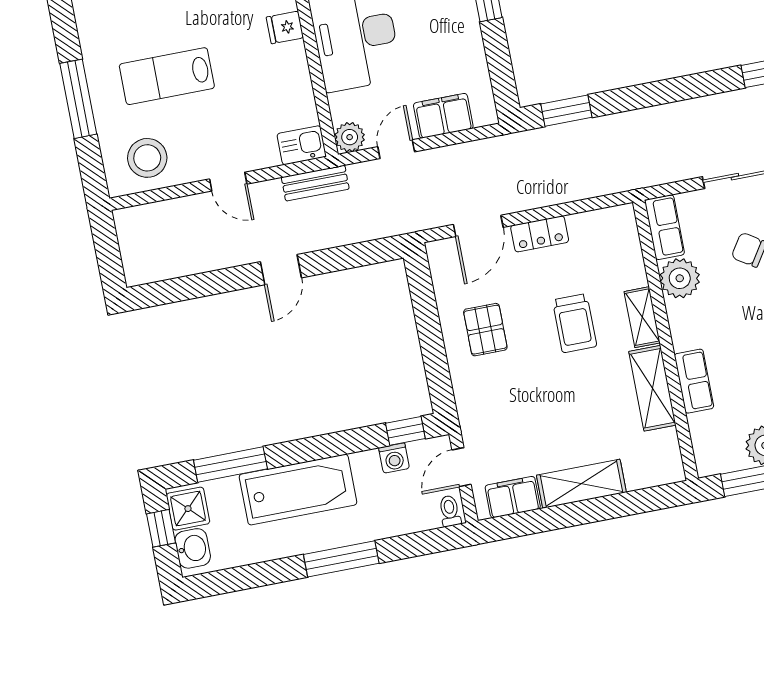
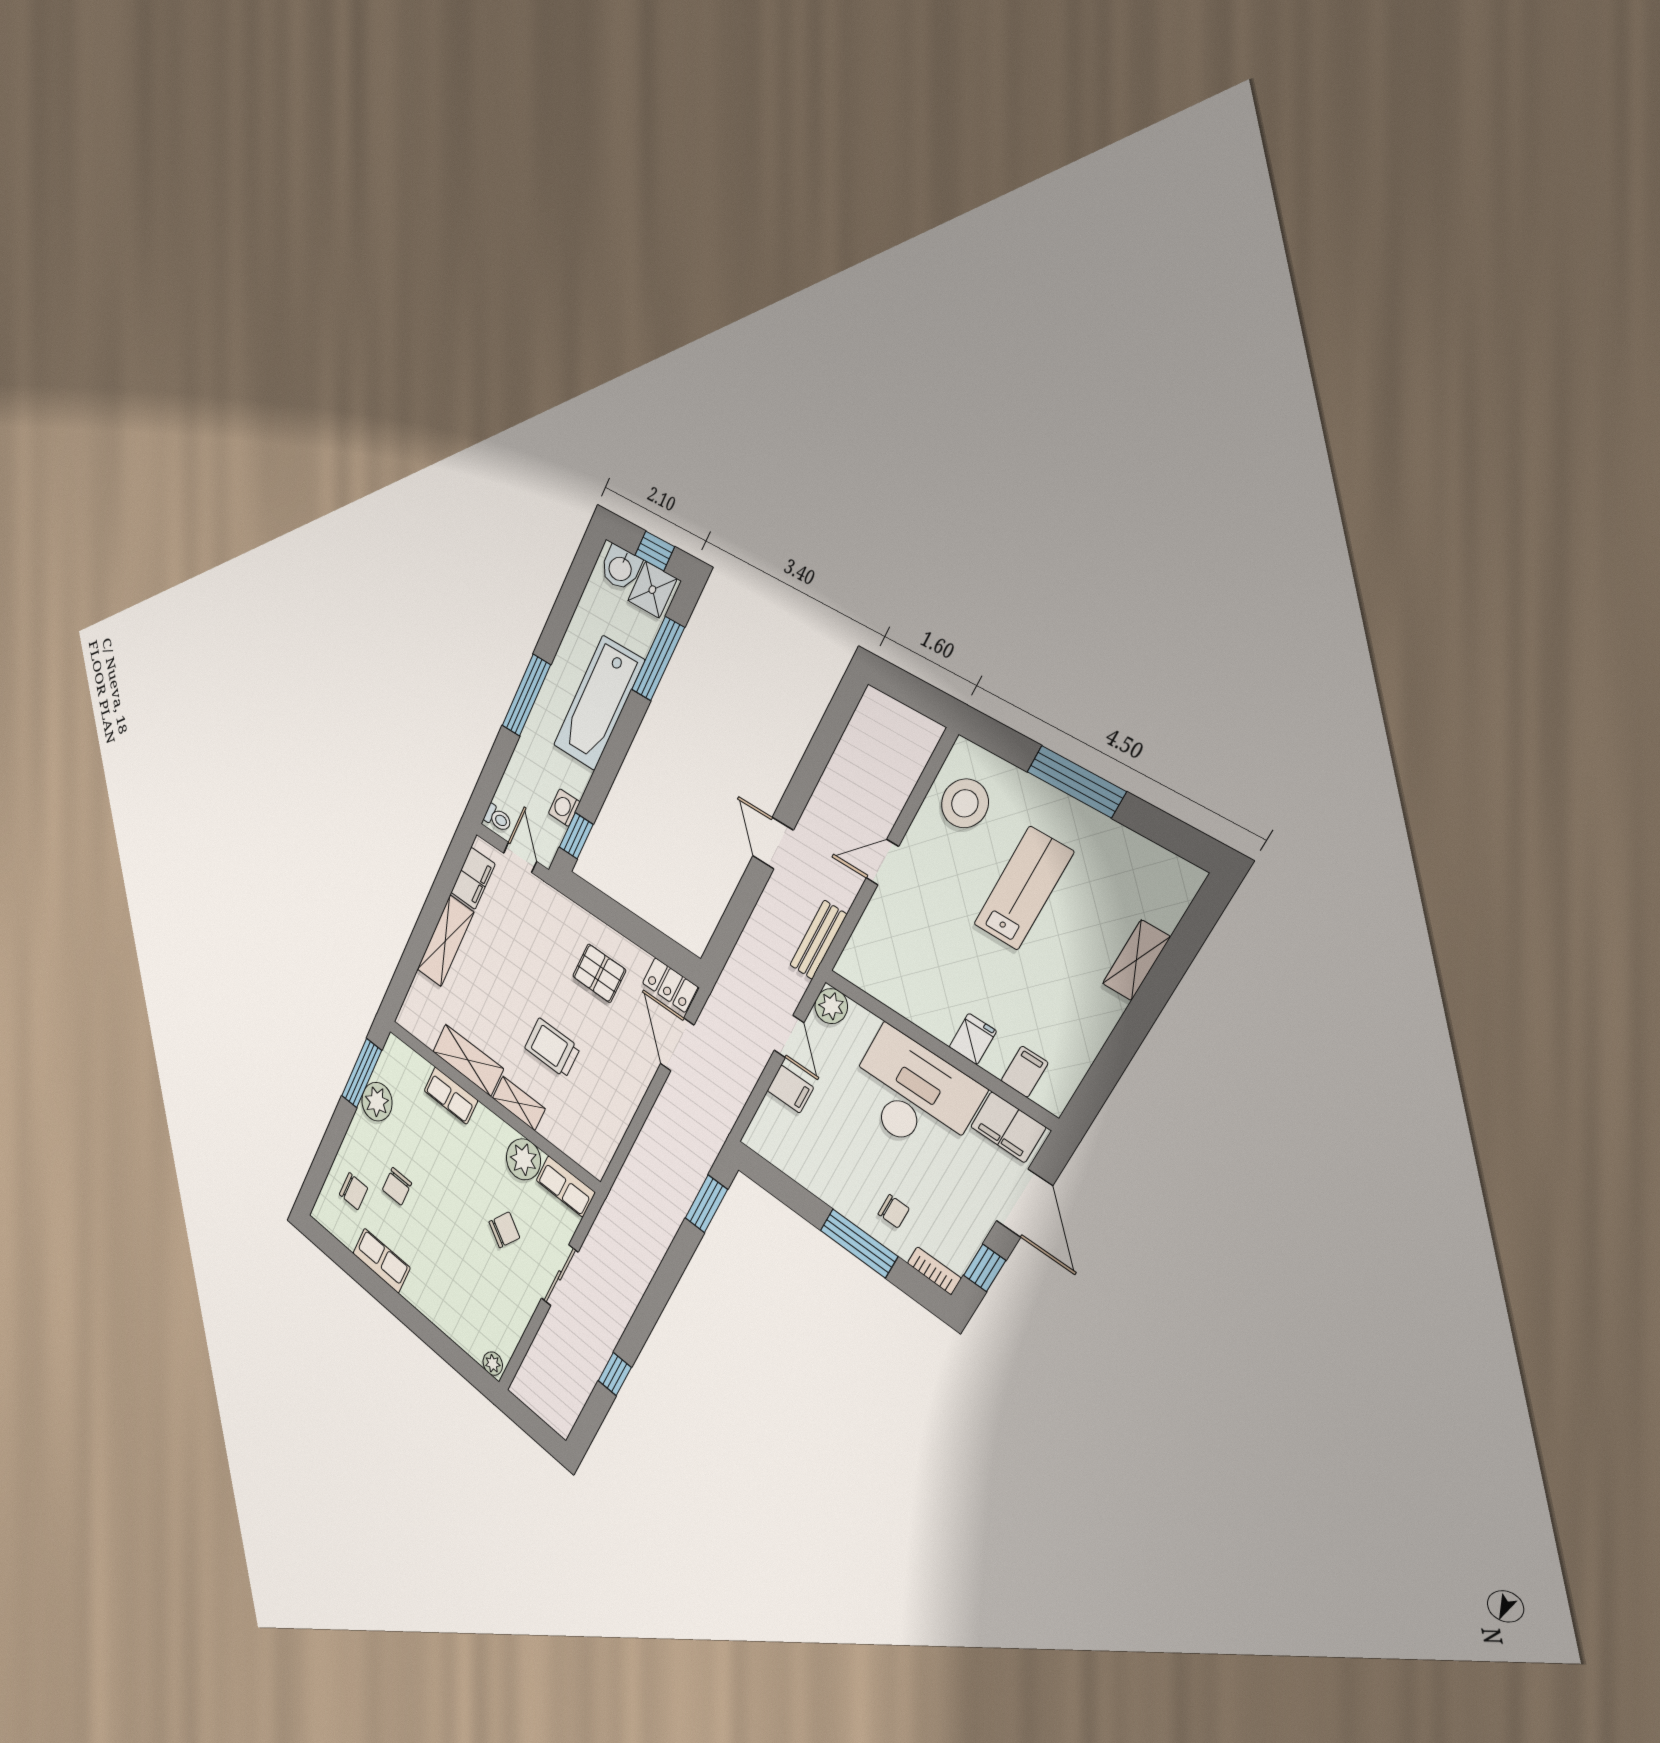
filing cabinet: (443, 116) -> (790, 1089), width x0.50
kitchen sink: (302, 145) -> (859, 958), removed
locker: (540, 234) -> (670, 985), moved, turned -90

